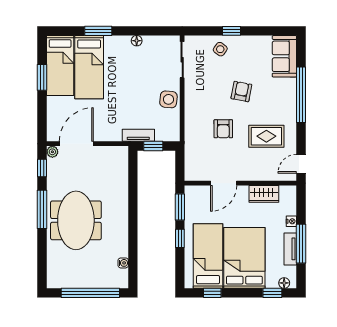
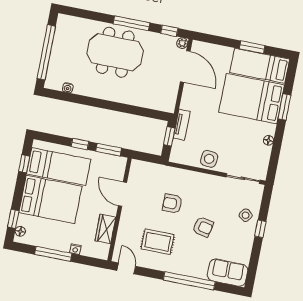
bed: (89, 67) -> (252, 99), width x1.50
rug: (266, 136) -> (158, 242), turned 90
tv unit: (290, 249) -> (50, 243), removed

